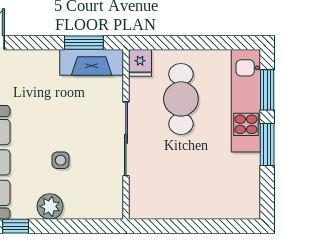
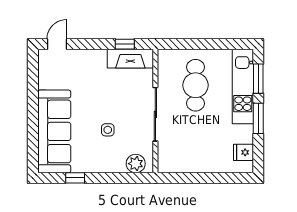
window: (84, 43) -> (125, 44), width x0.67
fridge: (140, 63) -> (244, 152), moved, turned 90
plant: (50, 206) -> (136, 164), moved

